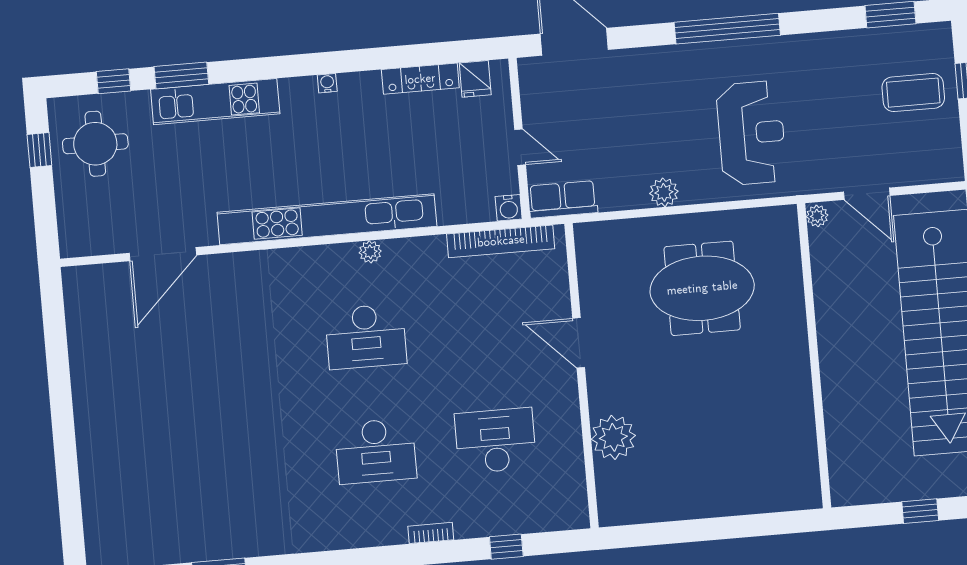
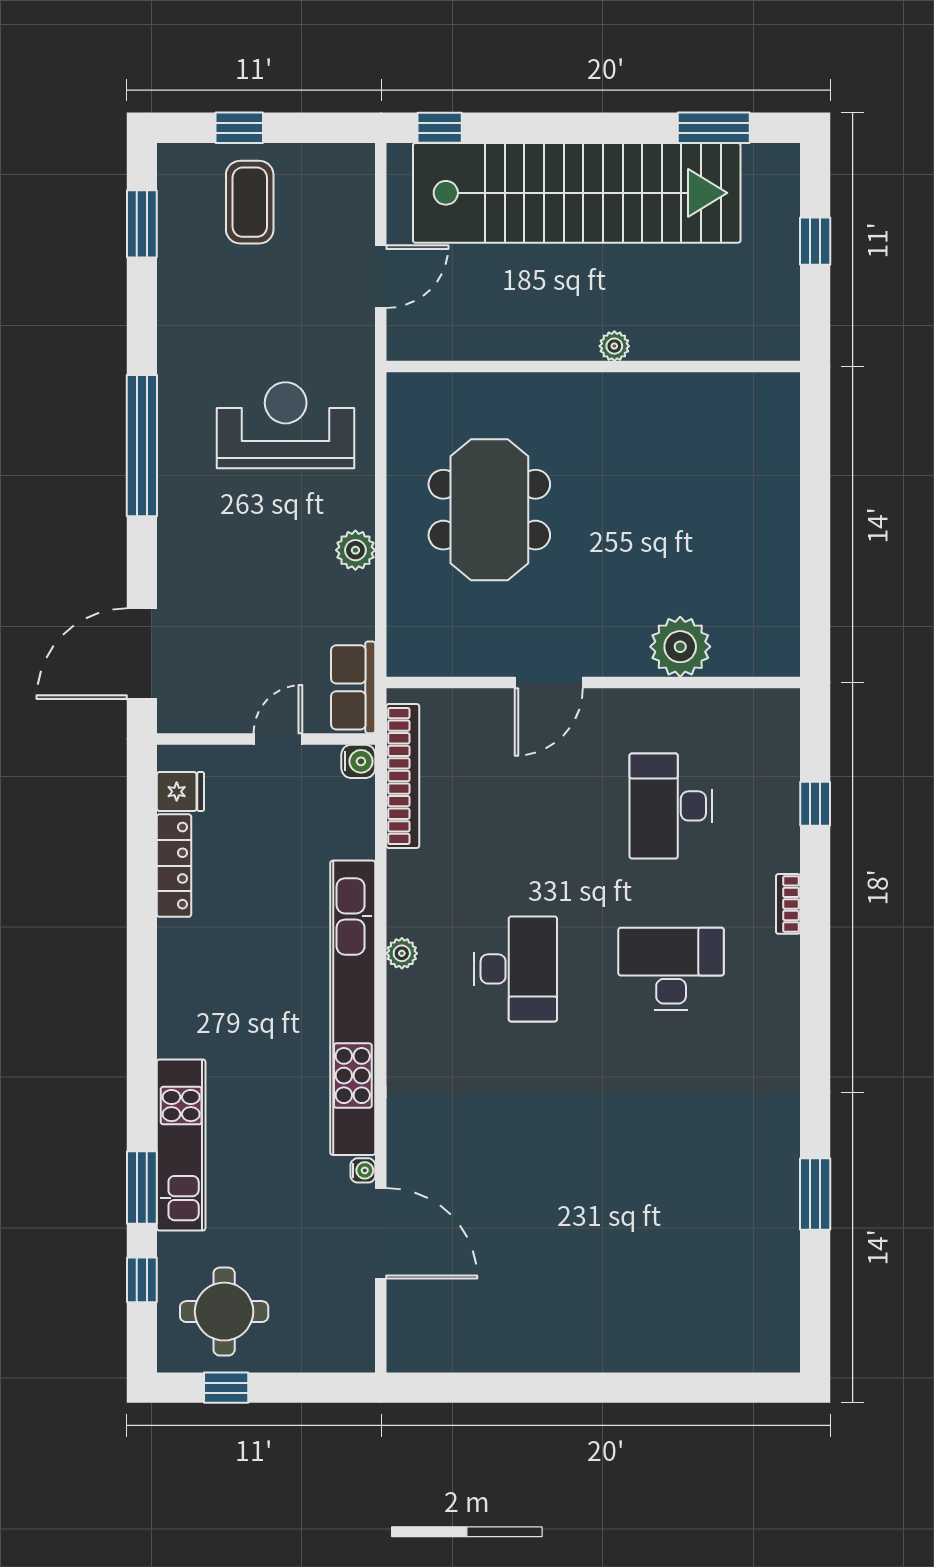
water cooler: (327, 83) -> (363, 1170), moved, turned 180
plant: (817, 216) -> (614, 346), moved
desk: (376, 451) -> (671, 969), turned -90

